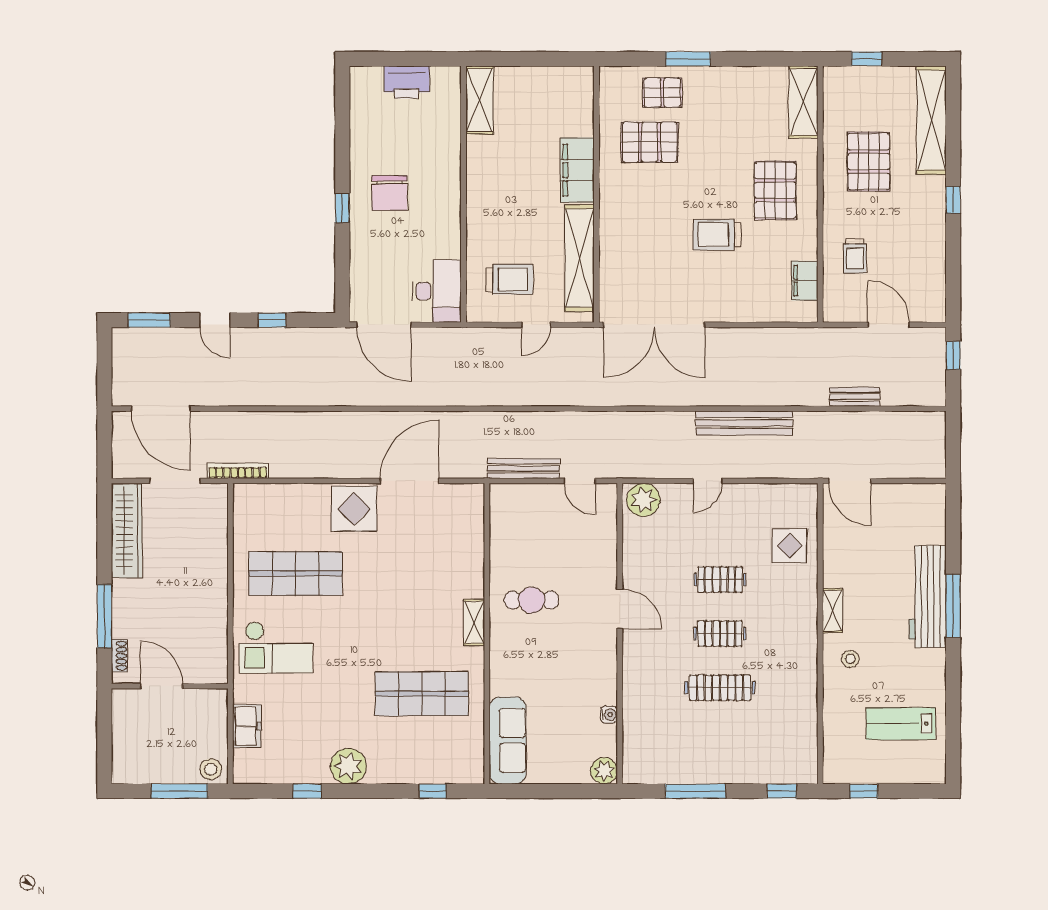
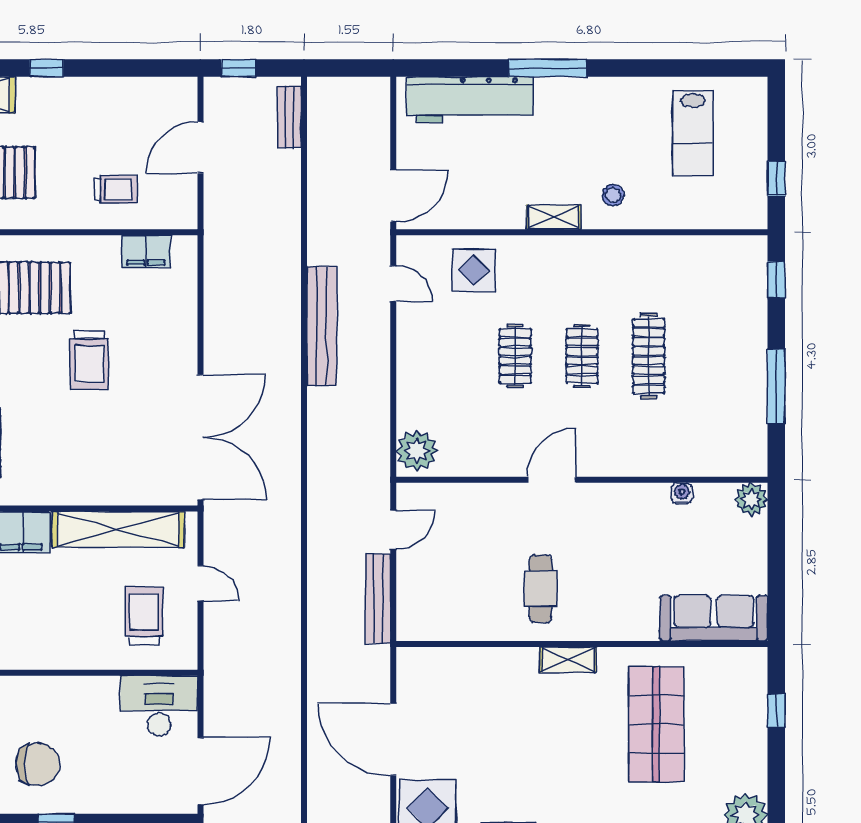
bench: (855, 397) -> (289, 117), moved
door: (707, 481) -> (393, 284), moved
workbench: (928, 596) -> (470, 100), moved

